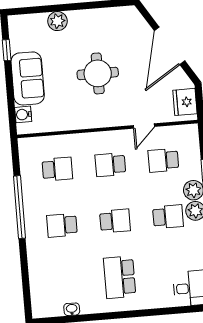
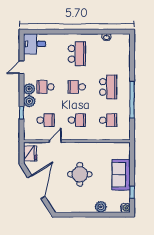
water cooler: (23, 114) -> (125, 208), moved
school desk: (57, 169) -> (108, 120), turned 180
school desk: (62, 225) -> (108, 87), width x1.85

